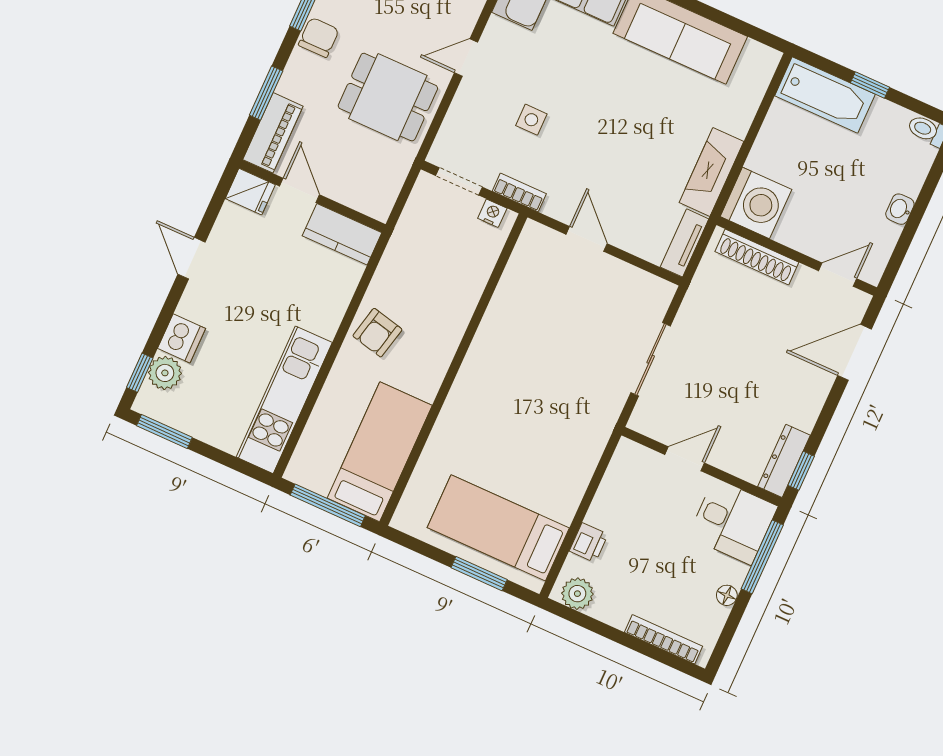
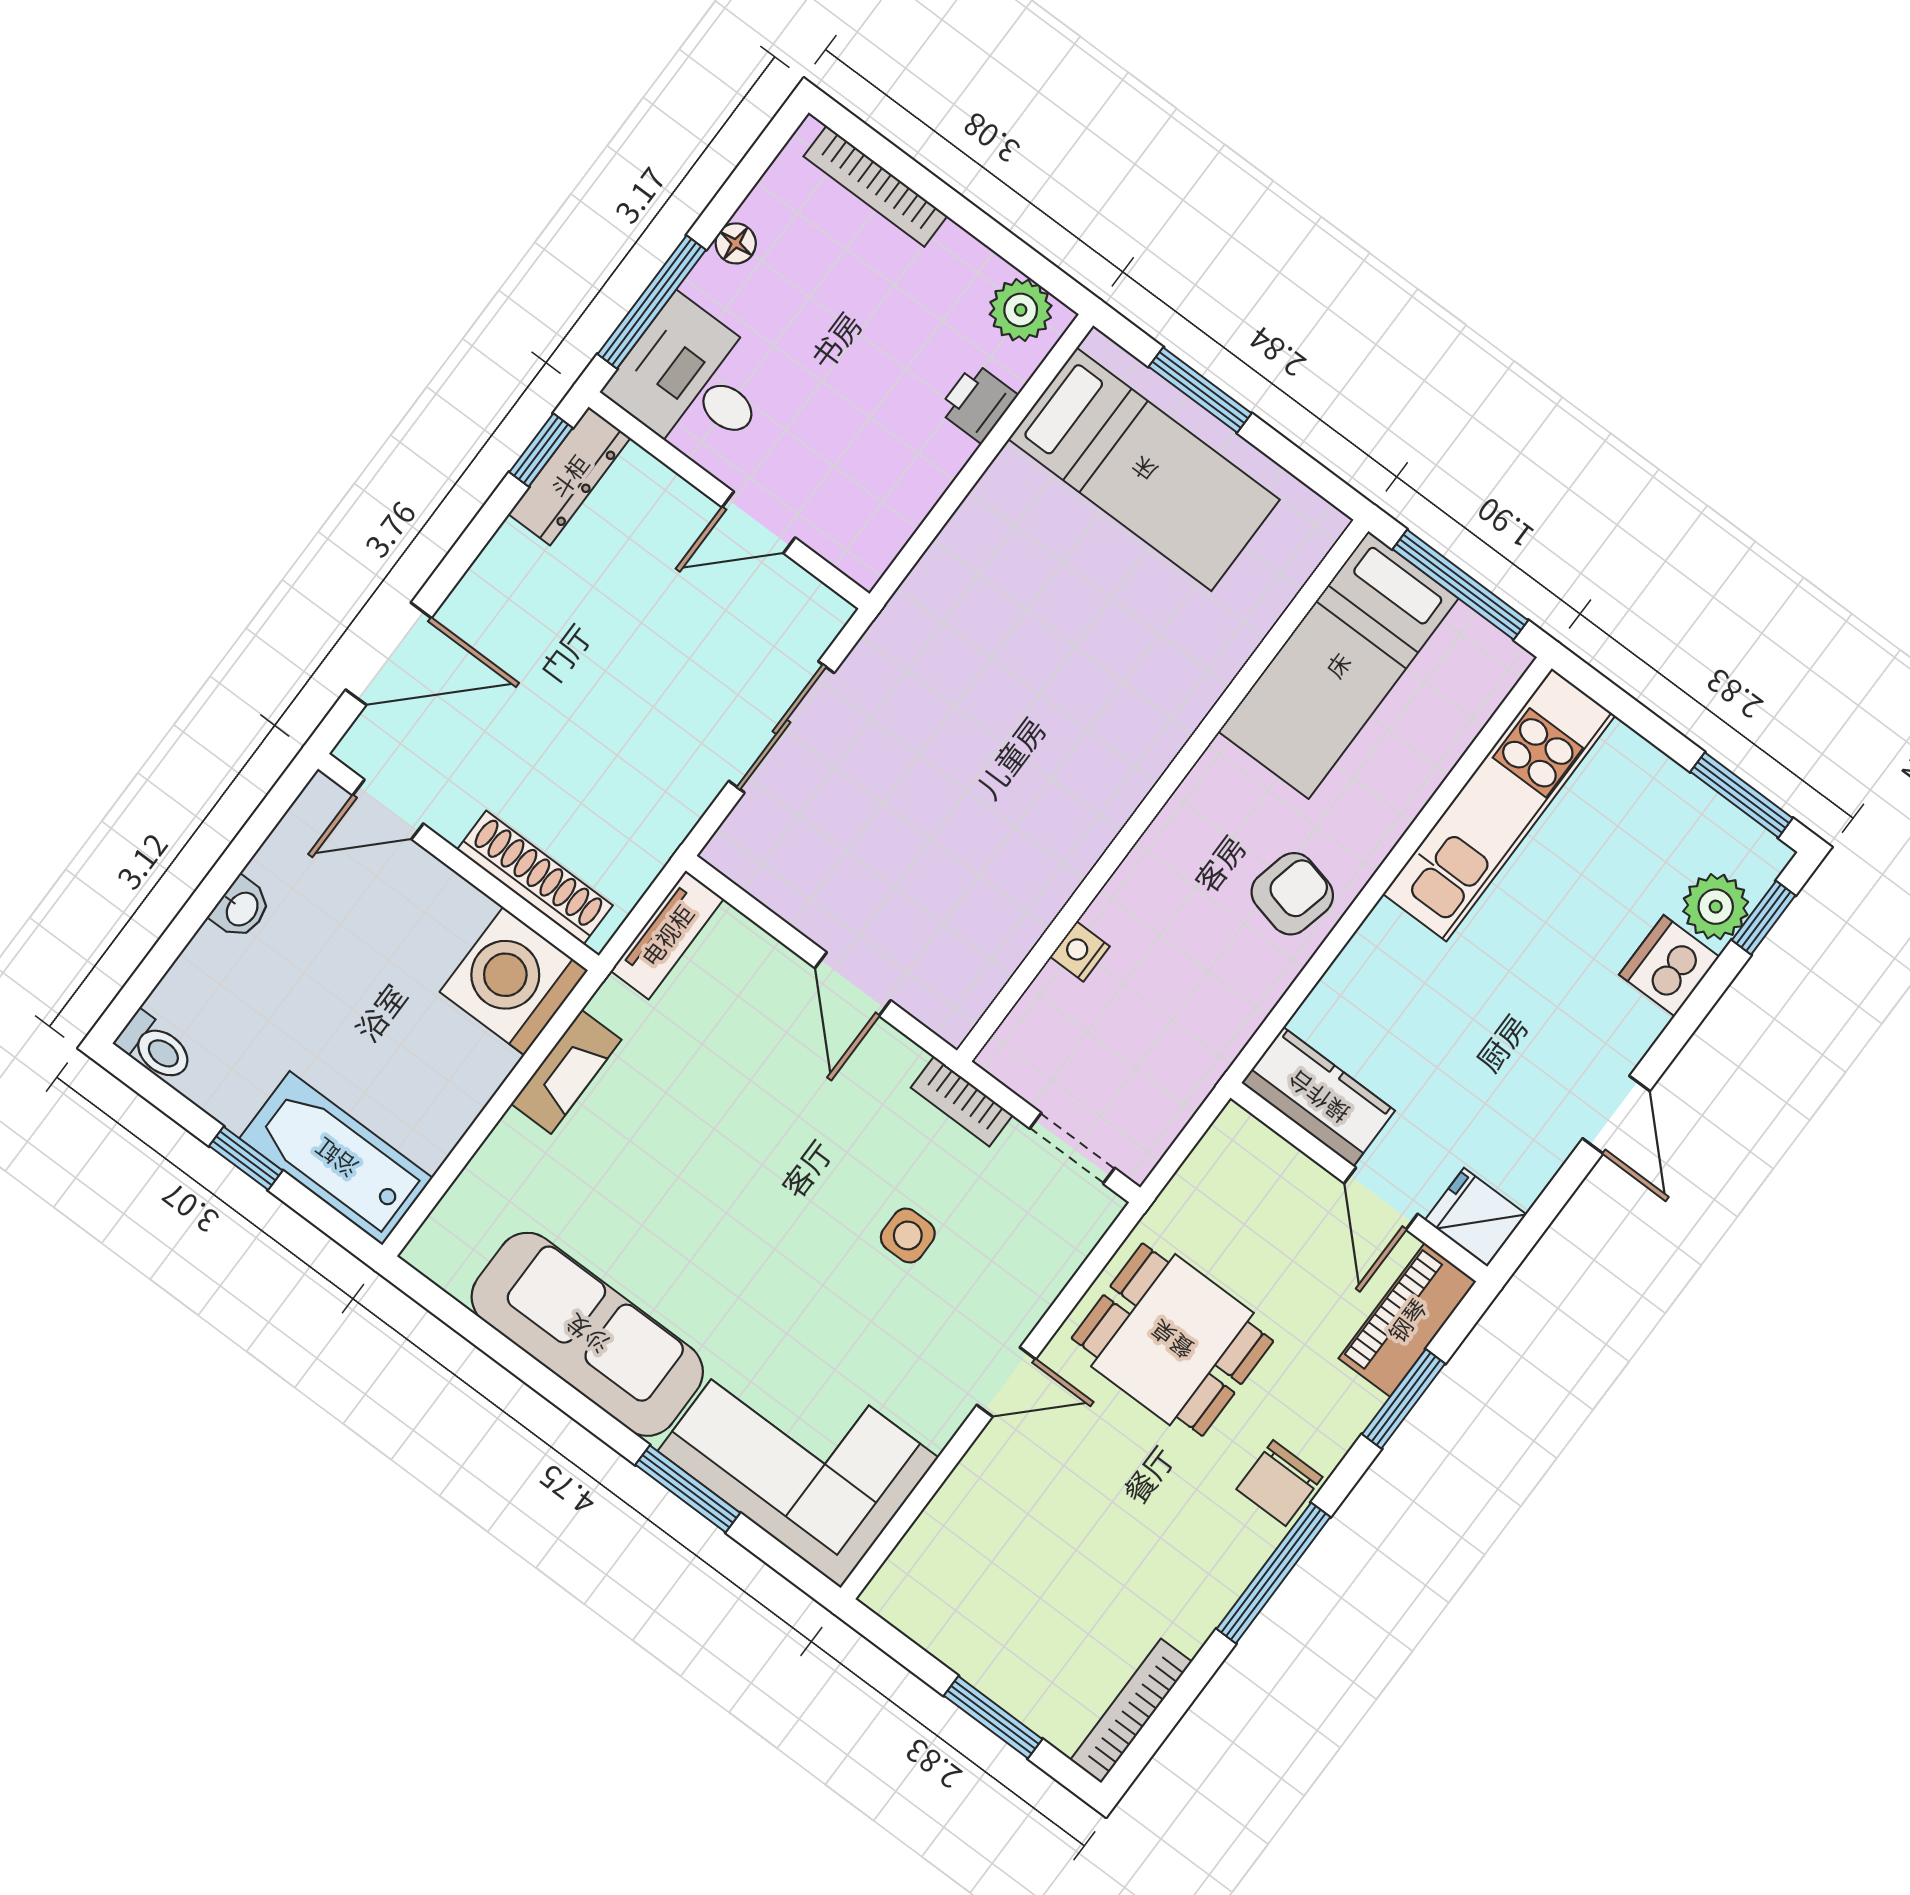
fireplace: (711, 172) -> (566, 1072), width x0.73, depth x0.76
nightstand: (492, 213) -> (1080, 951), moved, turned 90

